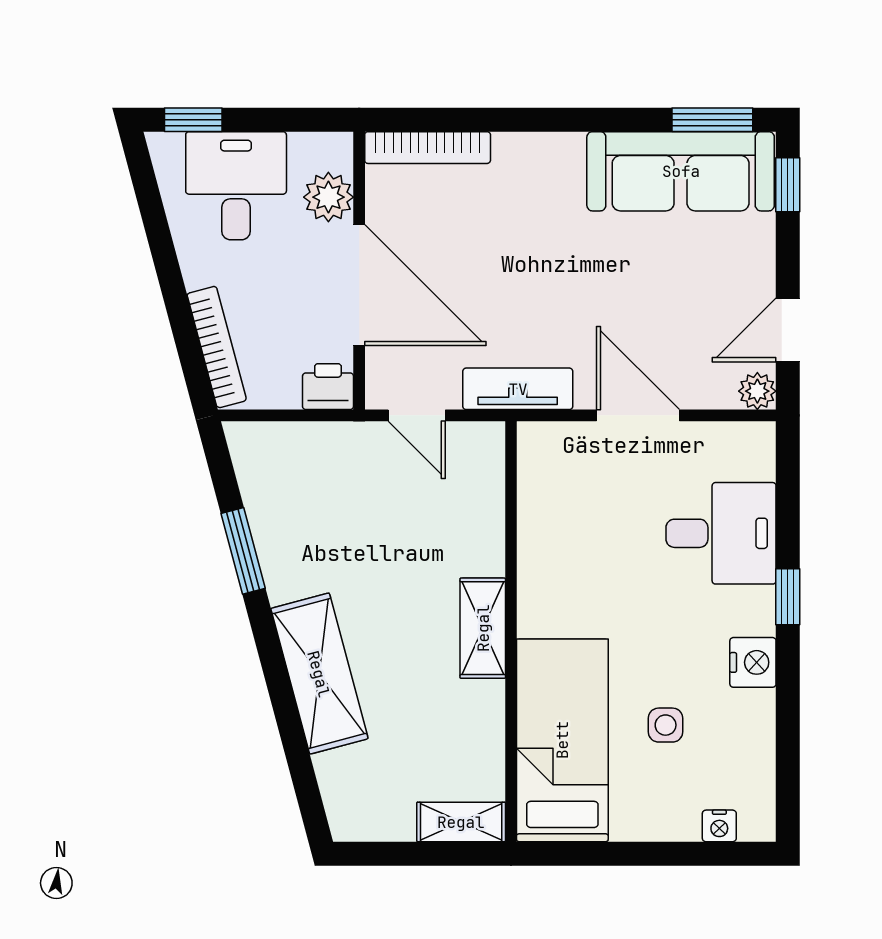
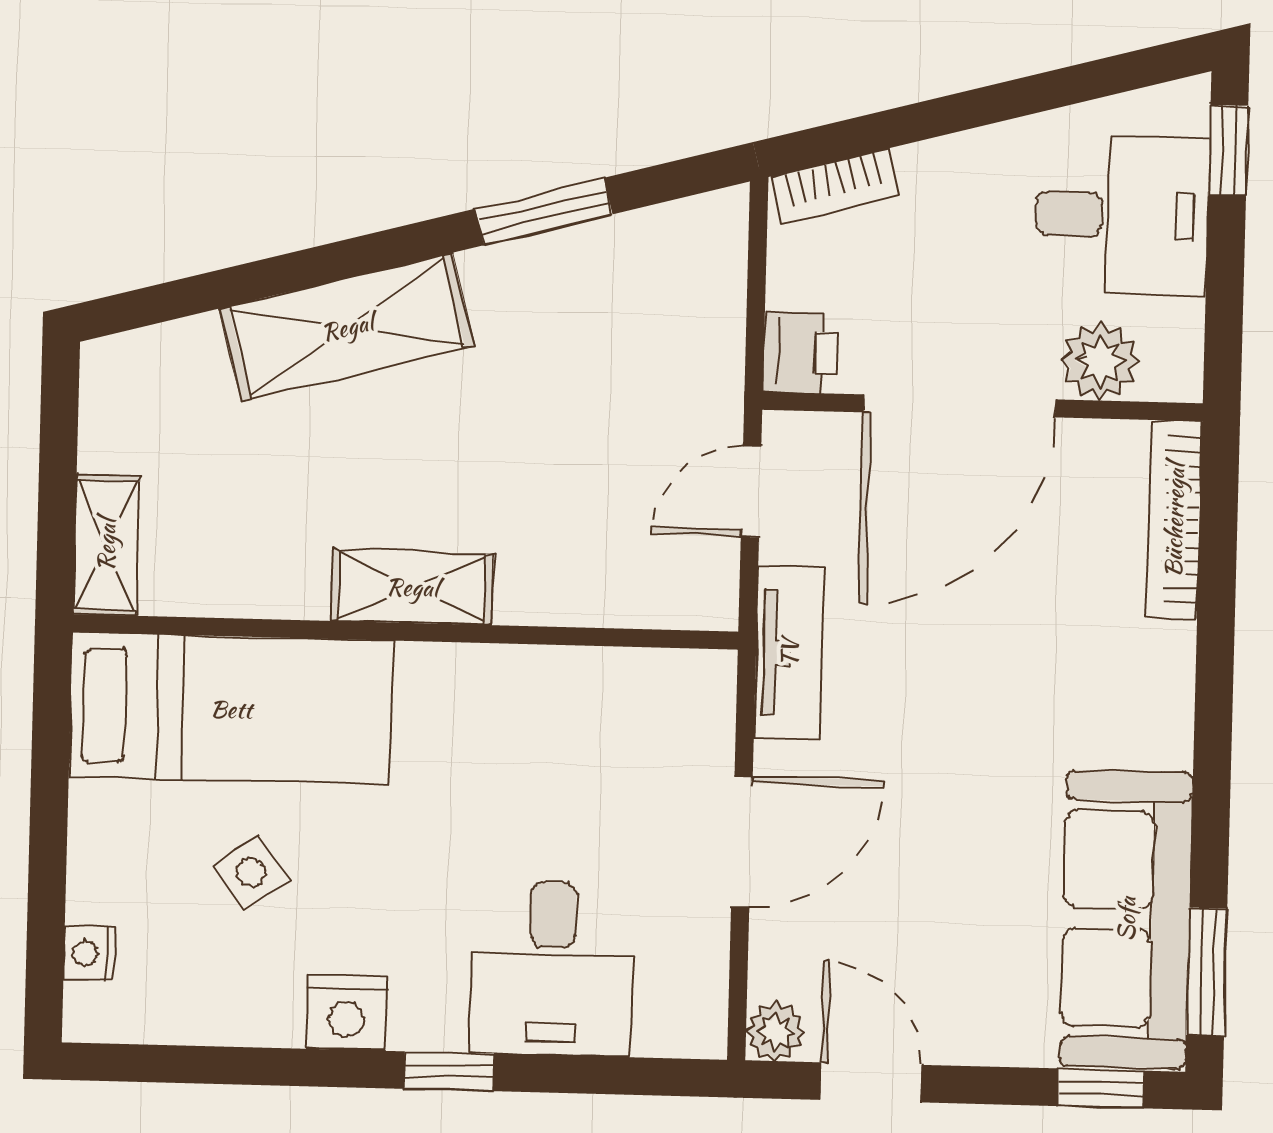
bookcase: (217, 347) -> (835, 186), width x0.64
side table: (666, 725) -> (251, 873), turned -36

